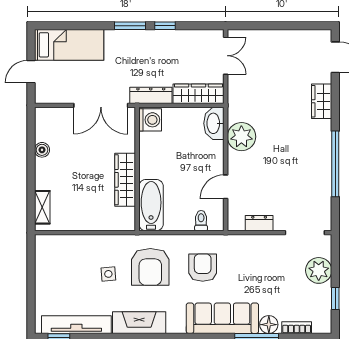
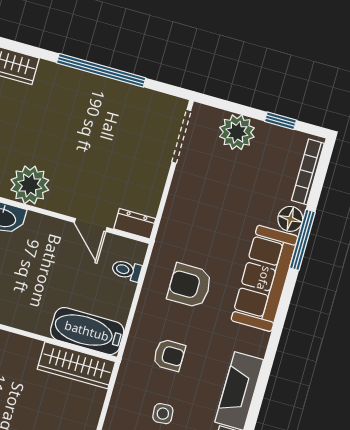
wardrobe: (125, 180) -> (76, 365), moved
dresser: (259, 223) -> (135, 224), moved, turned 90
armchair: (150, 267) -> (169, 355), width x0.53, depth x0.53
bookcase: (297, 328) -> (308, 172), width x1.56

